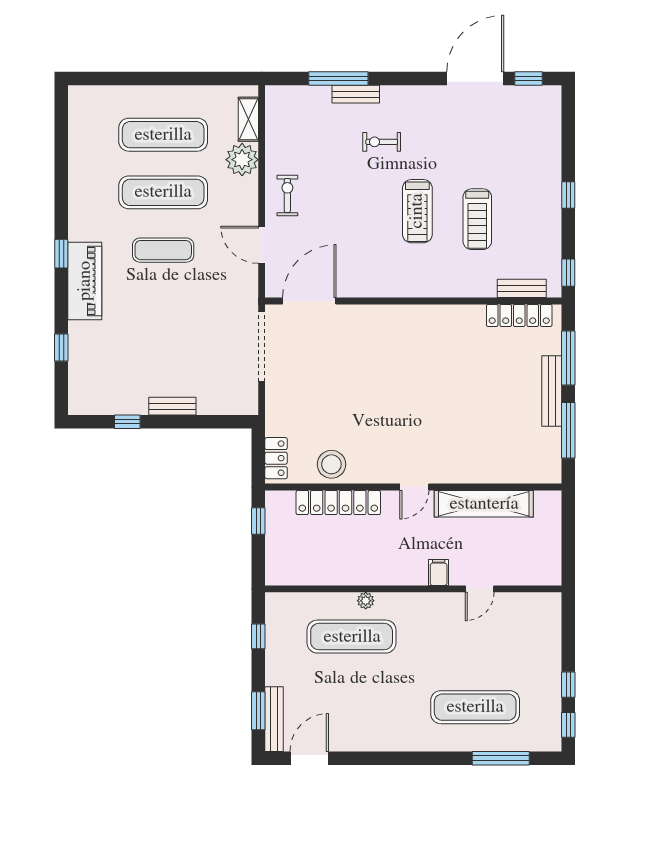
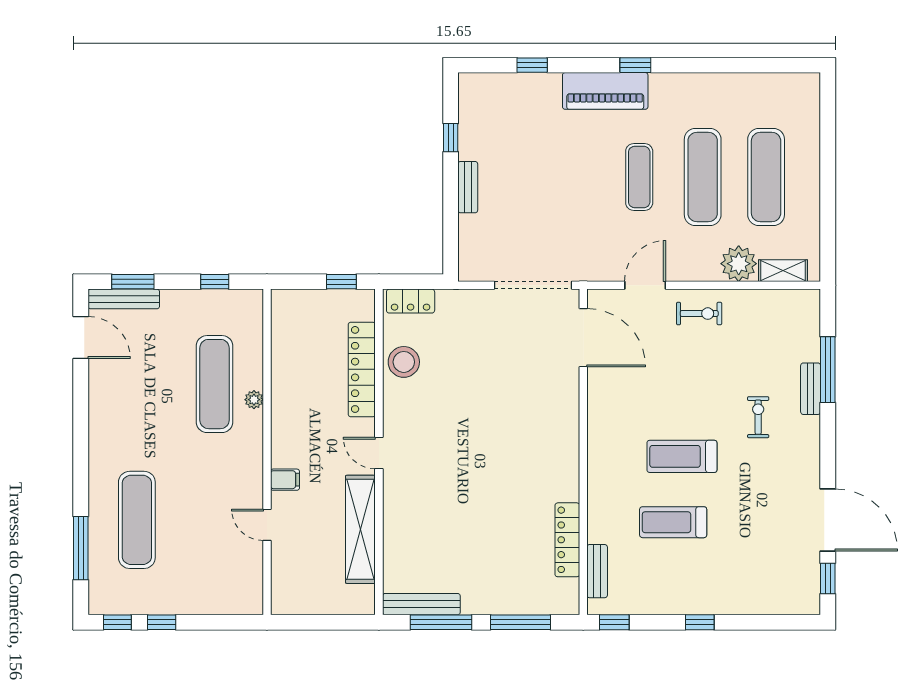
locker: (519, 315) -> (567, 540), moved
bench: (552, 391) -> (421, 604), moved

